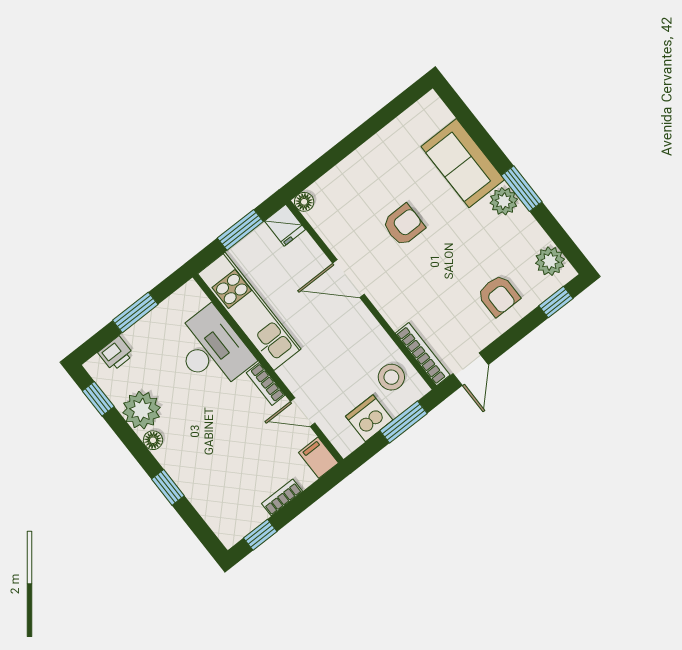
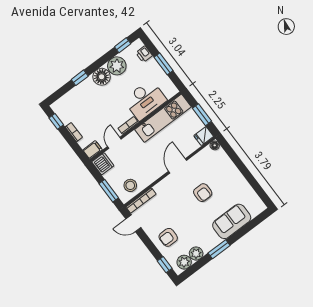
plant: (504, 201) -> (196, 254), moved
dishwasher: (369, 418) -> (103, 164), moved
floor lamp: (153, 440) -> (102, 77), width x1.89, depth x1.89

